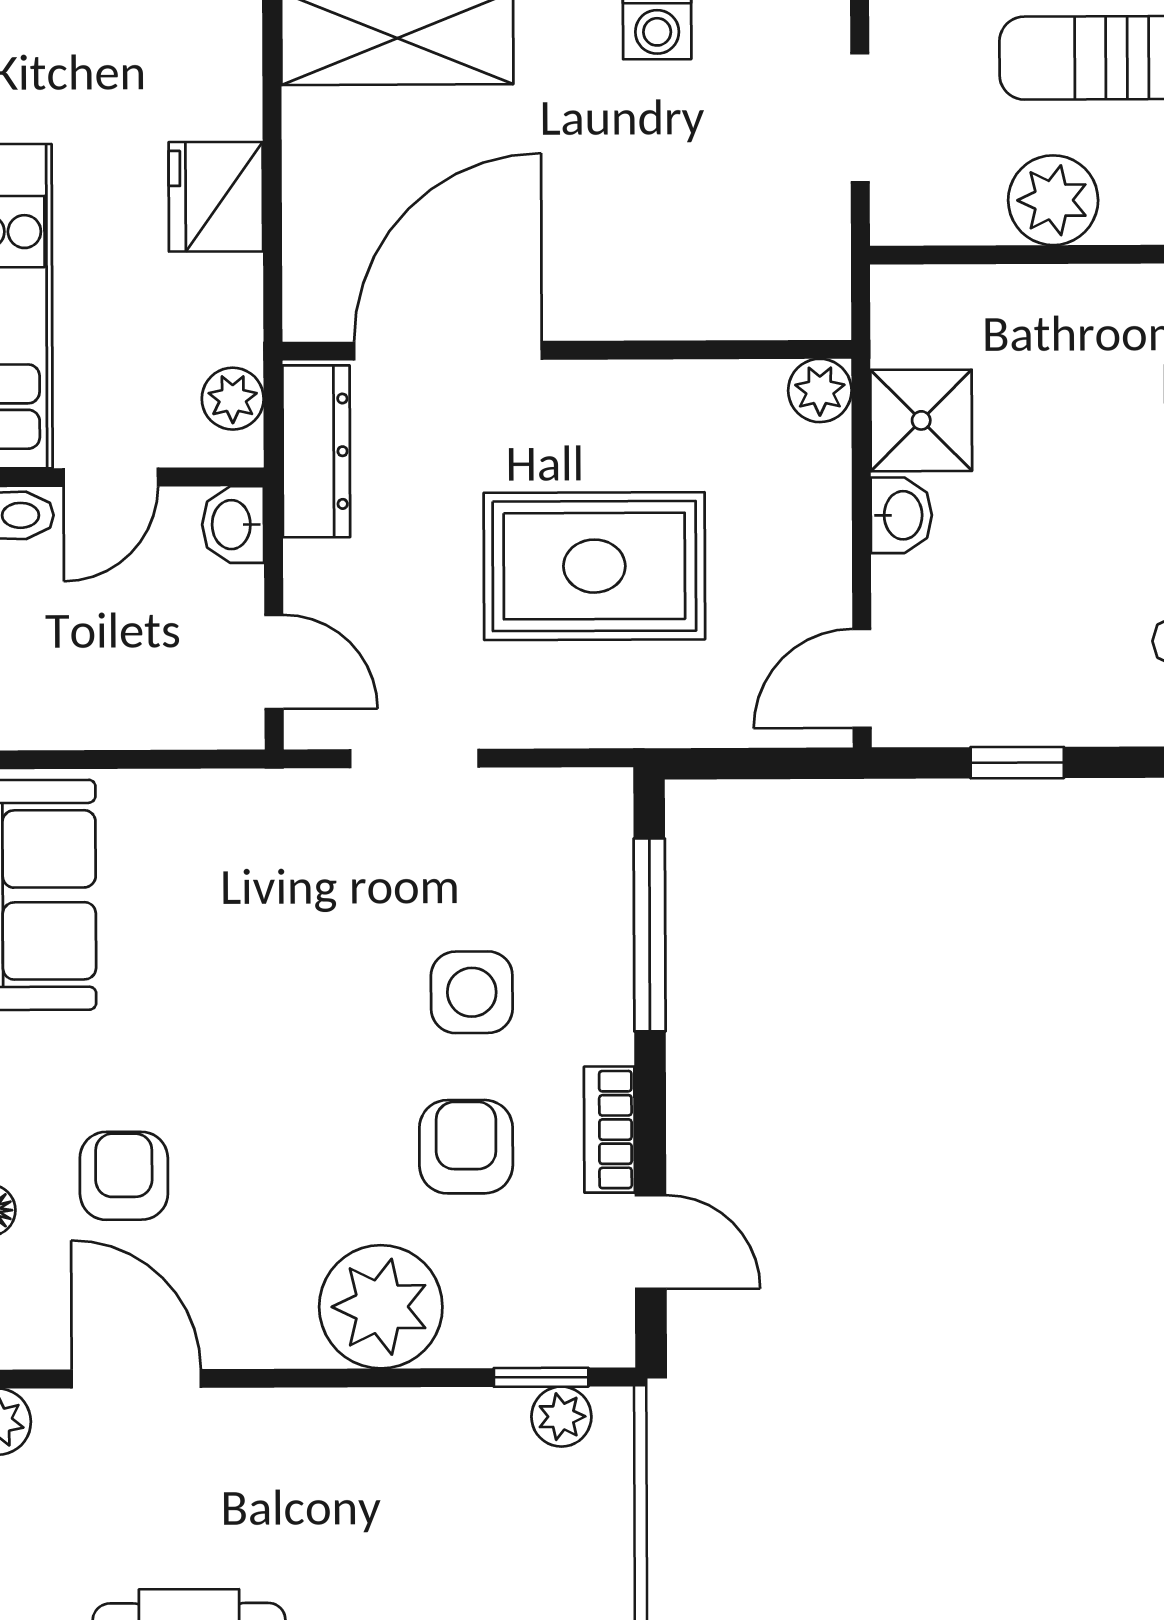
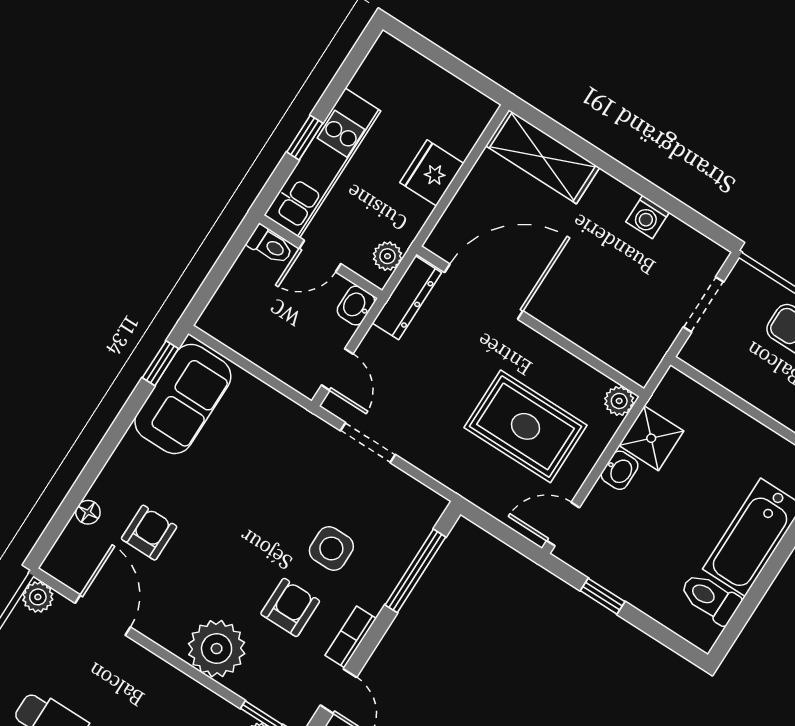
plant: (1053, 200) -> (758, 385), removed
rug: (594, 566) -> (526, 426), moved

